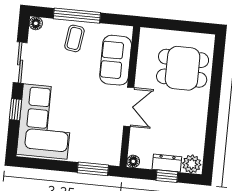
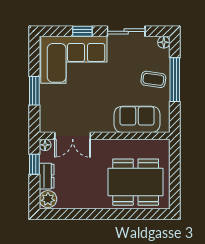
dining table: (183, 68) -> (136, 182), width x1.38
double door: (129, 107) -> (73, 136), moved
window: (93, 169) -> (34, 91), moved
window: (167, 176) -> (34, 164), moved

